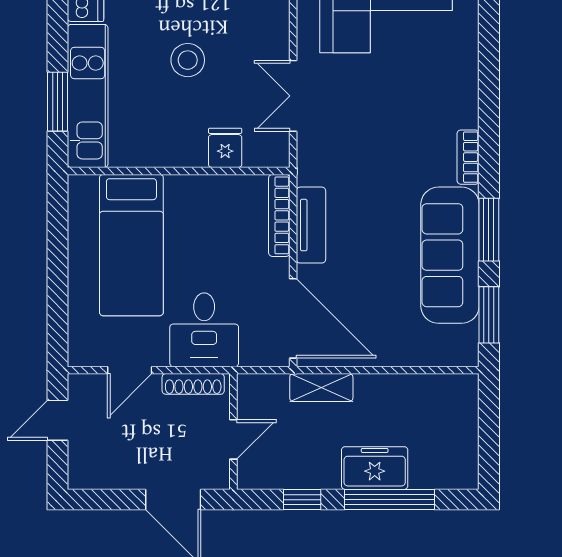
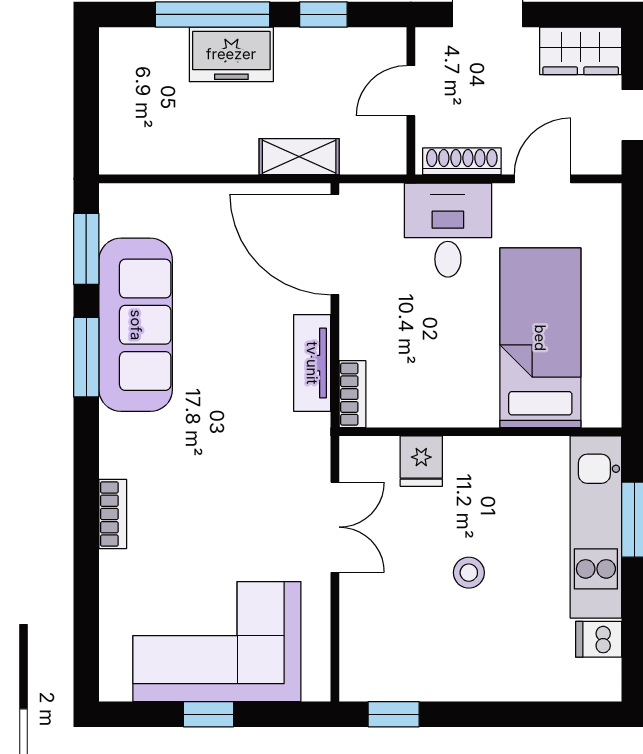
stool: (188, 60) -> (469, 573), width x0.73, depth x0.73
bookcase: (468, 157) -> (113, 514), moved
bookcase: (279, 215) -> (352, 394), width x0.64
wardrobe: (100, 471) -> (581, 51), added

